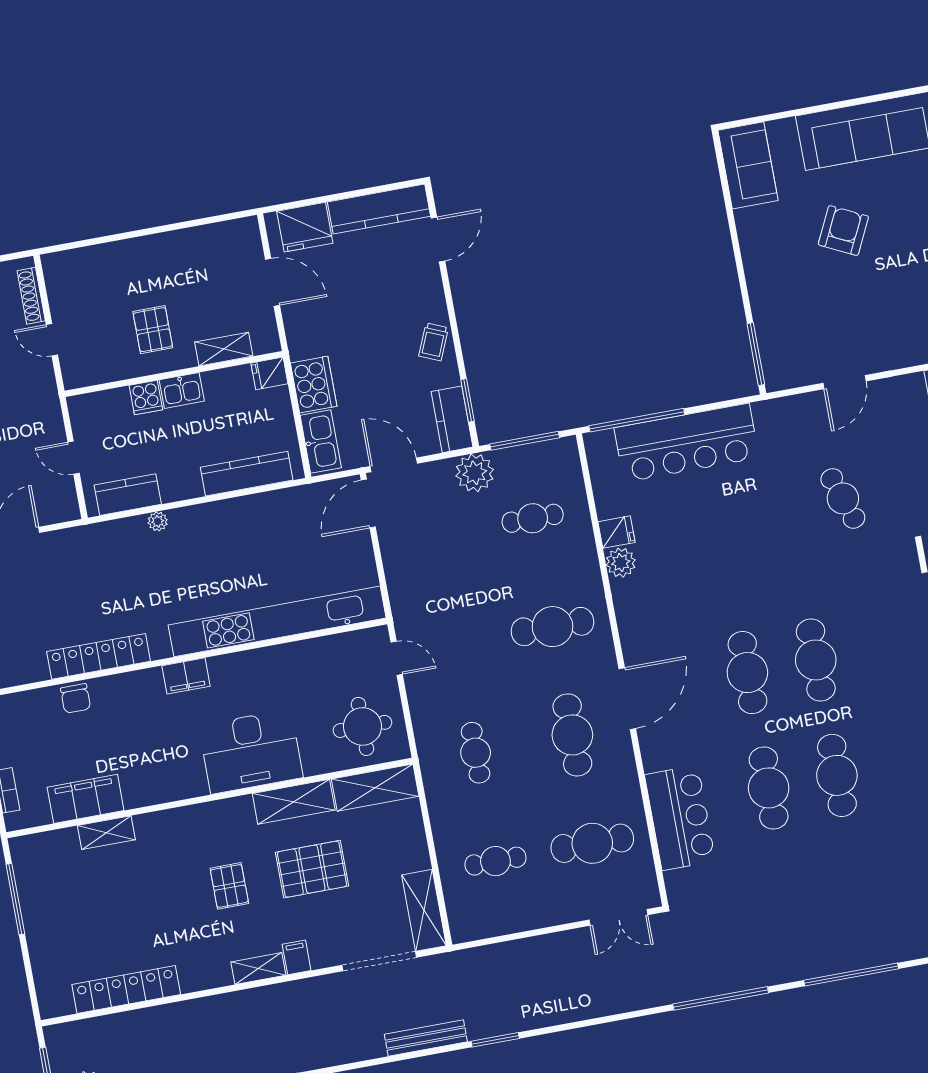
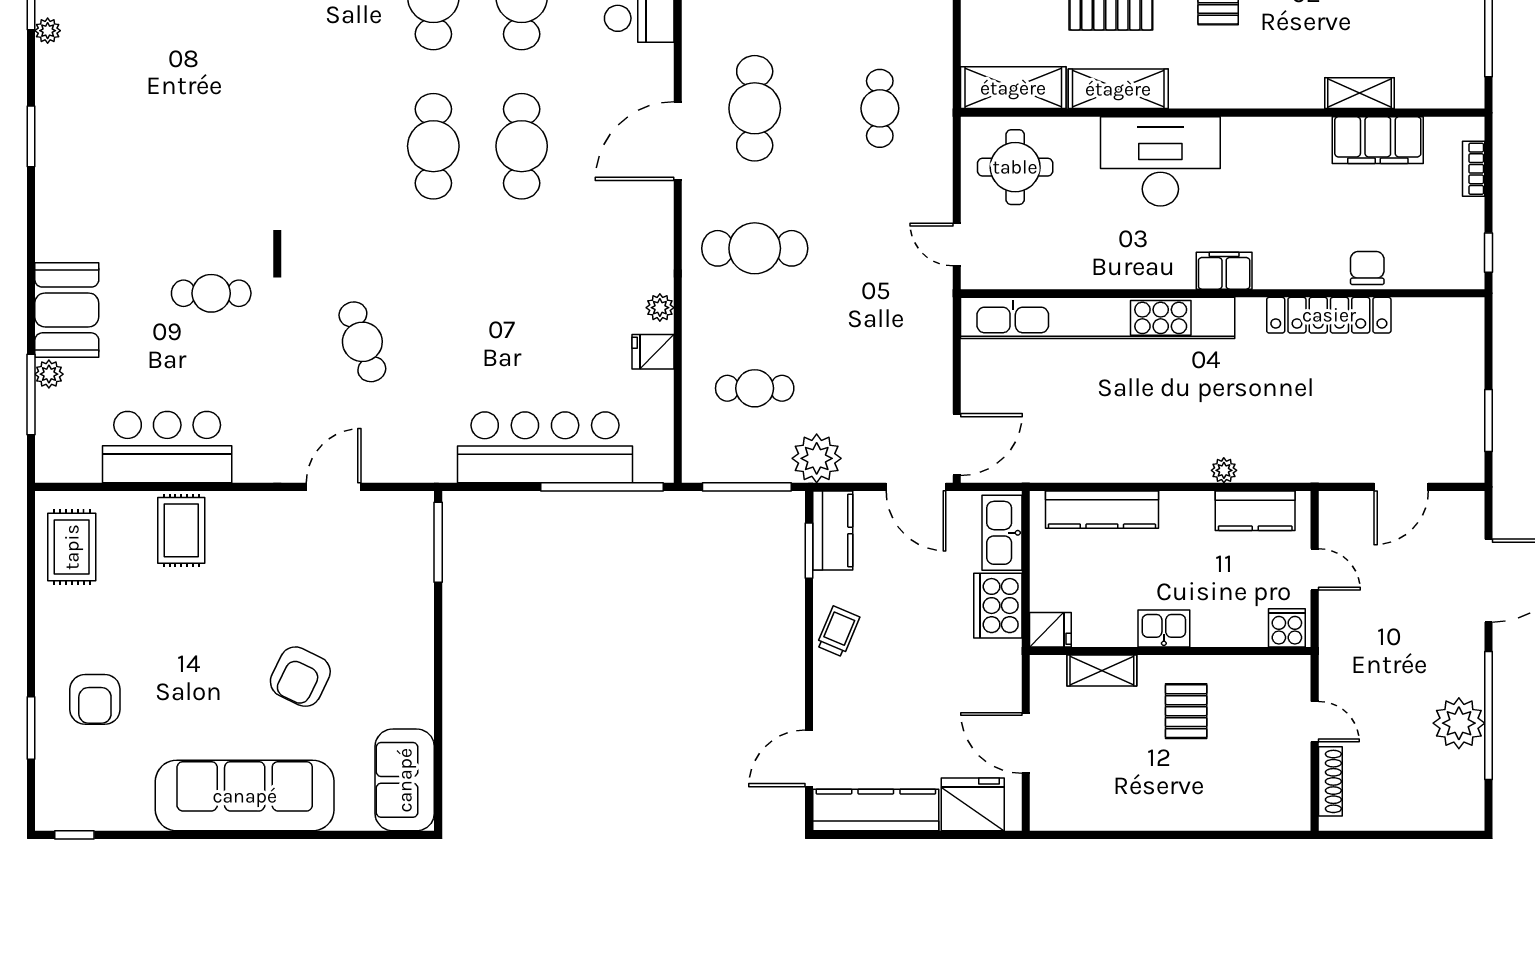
cooker: (146, 397) -> (1287, 628), moved
plant: (621, 563) -> (660, 308), width x0.73, depth x0.73

